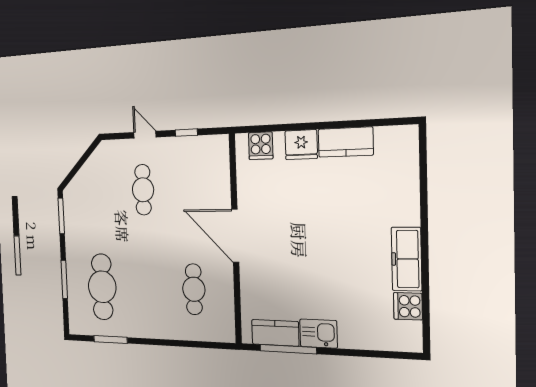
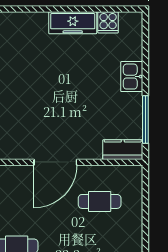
kitchen counter: (275, 333) -> (123, 150), moved, turned 90
kitchen sink: (319, 334) -> (132, 77), moved

